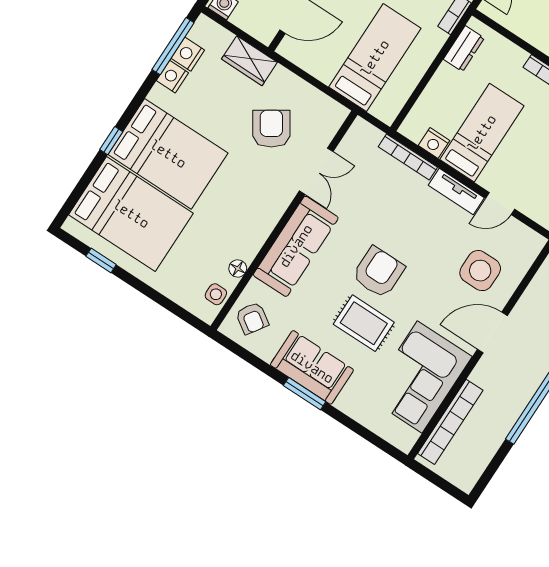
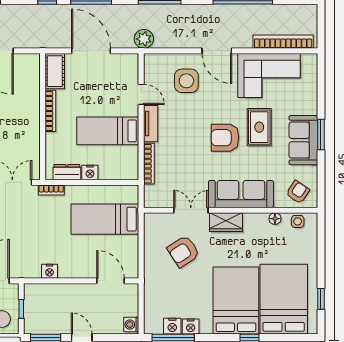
wardrobe: (249, 61) -> (226, 222), moved, turned 90
nightstand: (434, 143) -> (90, 173), moved, turned 90

